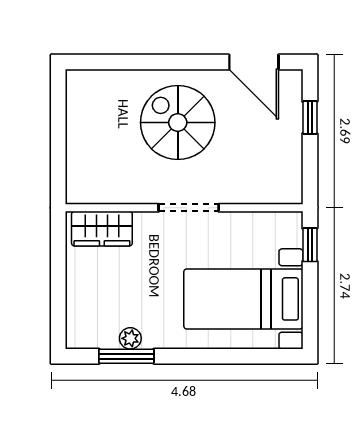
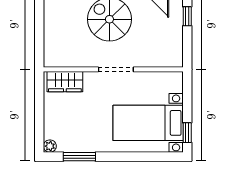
window: (310, 245) -> (187, 133), moved
plant: (130, 338) -> (50, 146), moved

